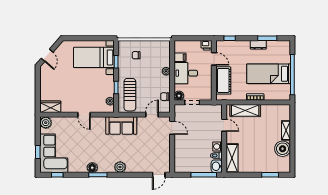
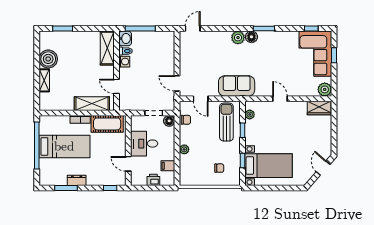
printer: (207, 45) -> (153, 180), moved
desk: (186, 73) -> (144, 144), moved, turned 180
cot: (223, 80) -> (107, 124), moved, turned 90
door: (152, 115) -> (201, 99), hinge flipped
floor lamp: (92, 168) -> (251, 37), moved

